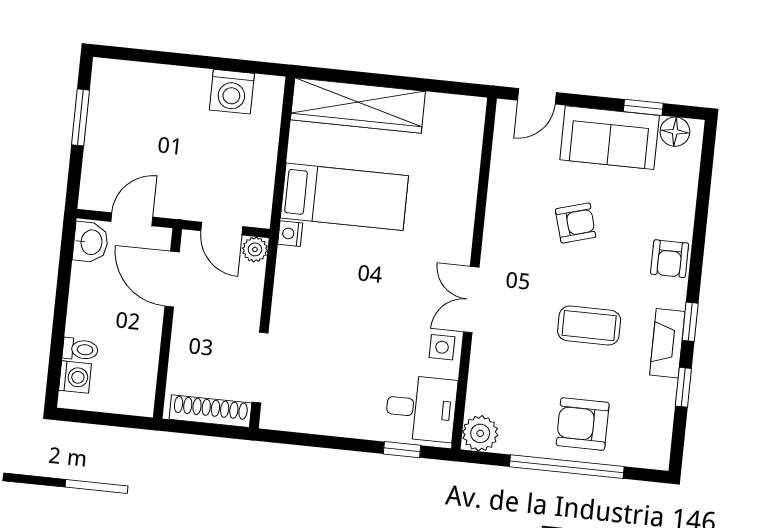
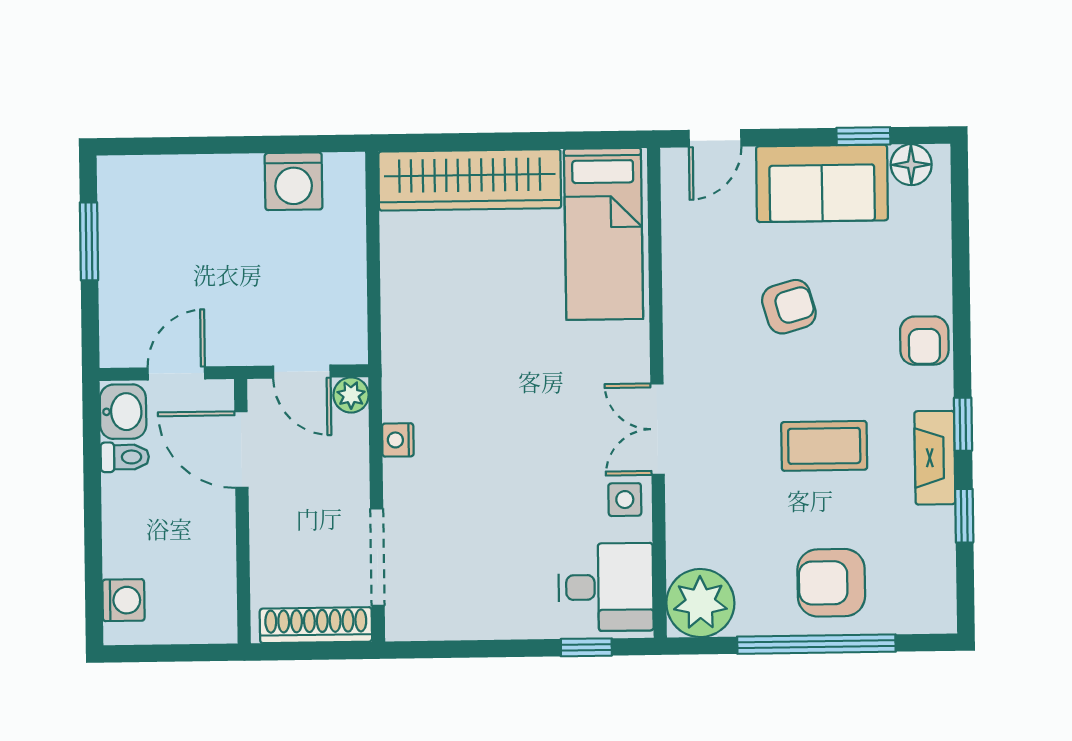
bed: (344, 197) -> (604, 234), moved, turned 90
nightstand: (290, 234) -> (398, 440), moved
toilet: (80, 349) -> (125, 457), moved
plant: (480, 433) -> (700, 603), width x1.36, depth x1.36

